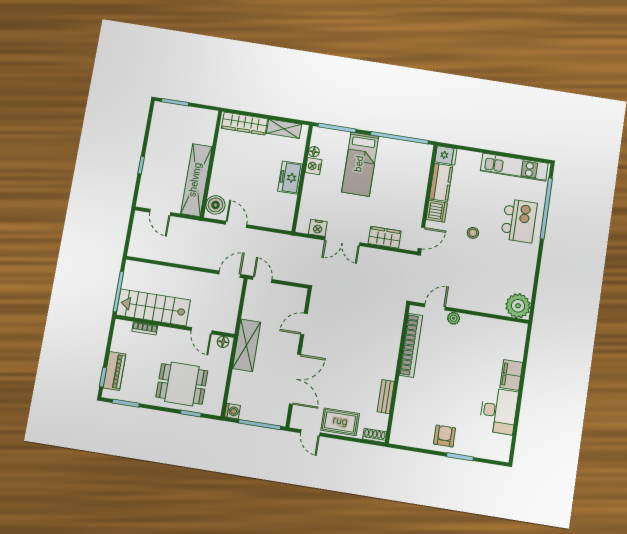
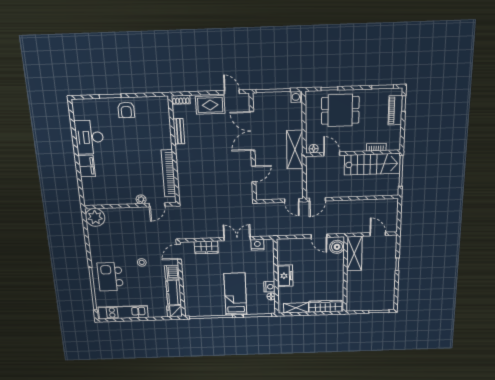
shelving: (196, 180) -> (354, 254), width x0.68

